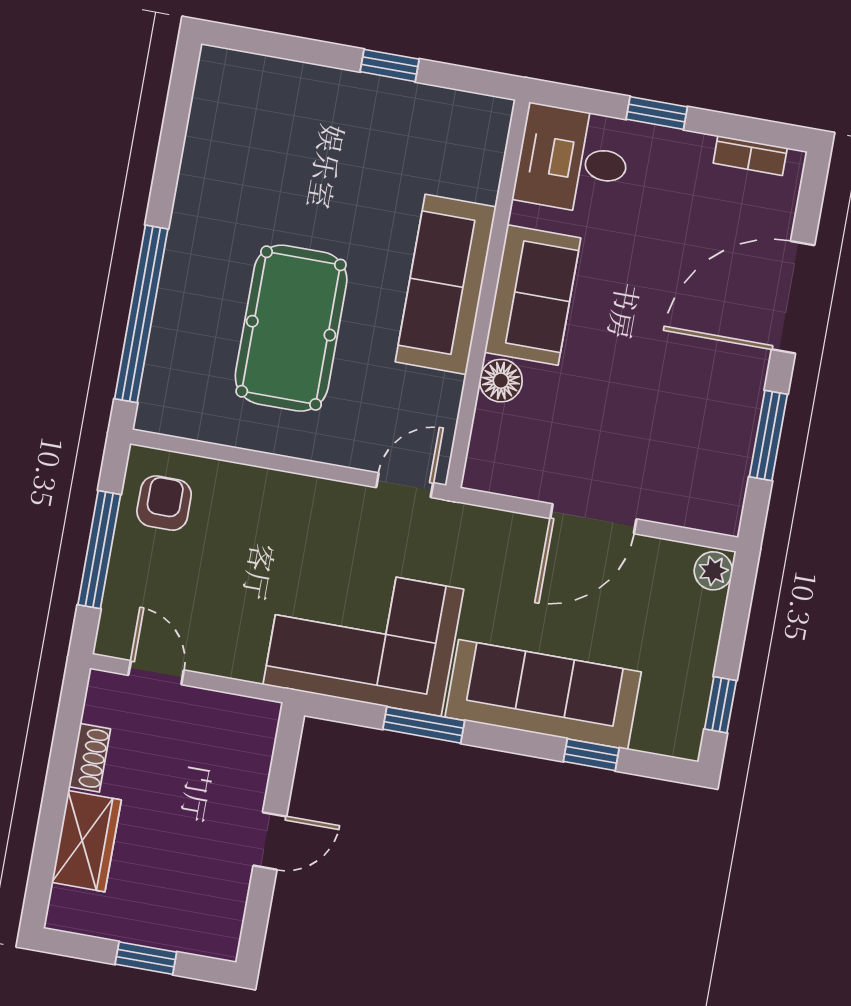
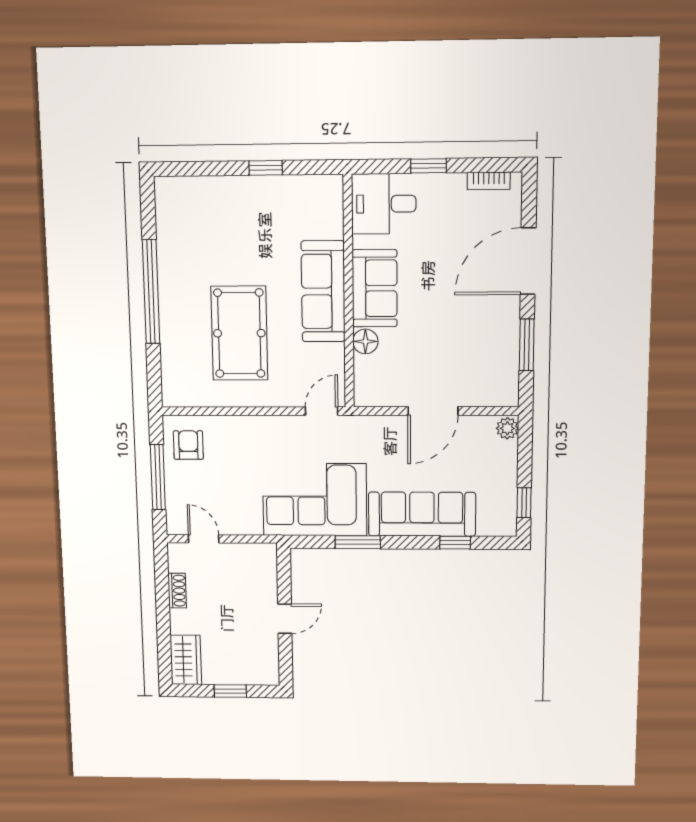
window: (141, 314) -> (151, 292), moved
wardrobe: (86, 841) -> (186, 660), moved

